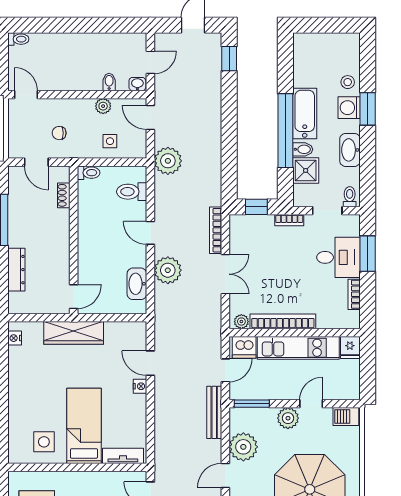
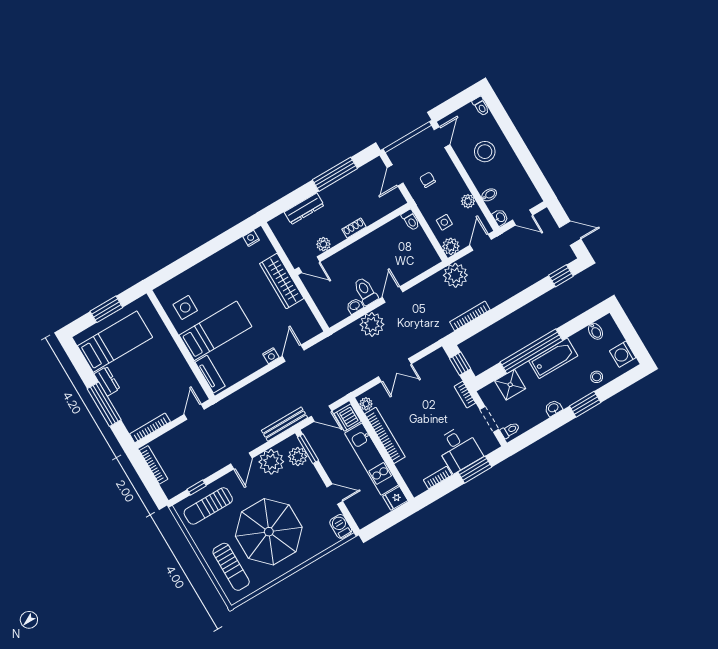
stool: (65, 61) -> (485, 152), added
washing machine: (349, 108) -> (623, 354), moved, turned -90
plant: (137, 149) -> (451, 246), added
bidet: (303, 149) -> (595, 331), moved
washbasin: (350, 150) -> (553, 408), width x0.52, depth x0.69
toilet: (132, 192) -> (365, 291), moved
shoe rack: (64, 195) -> (354, 228), moved
bookcase: (216, 230) -> (470, 316), moved
plant: (62, 271) -> (323, 244), added
washbasin: (137, 284) -> (355, 306), width x0.52, depth x0.69
plant: (288, 418) -> (298, 457), moved
door: (225, 475) -> (241, 461), swing flipped

